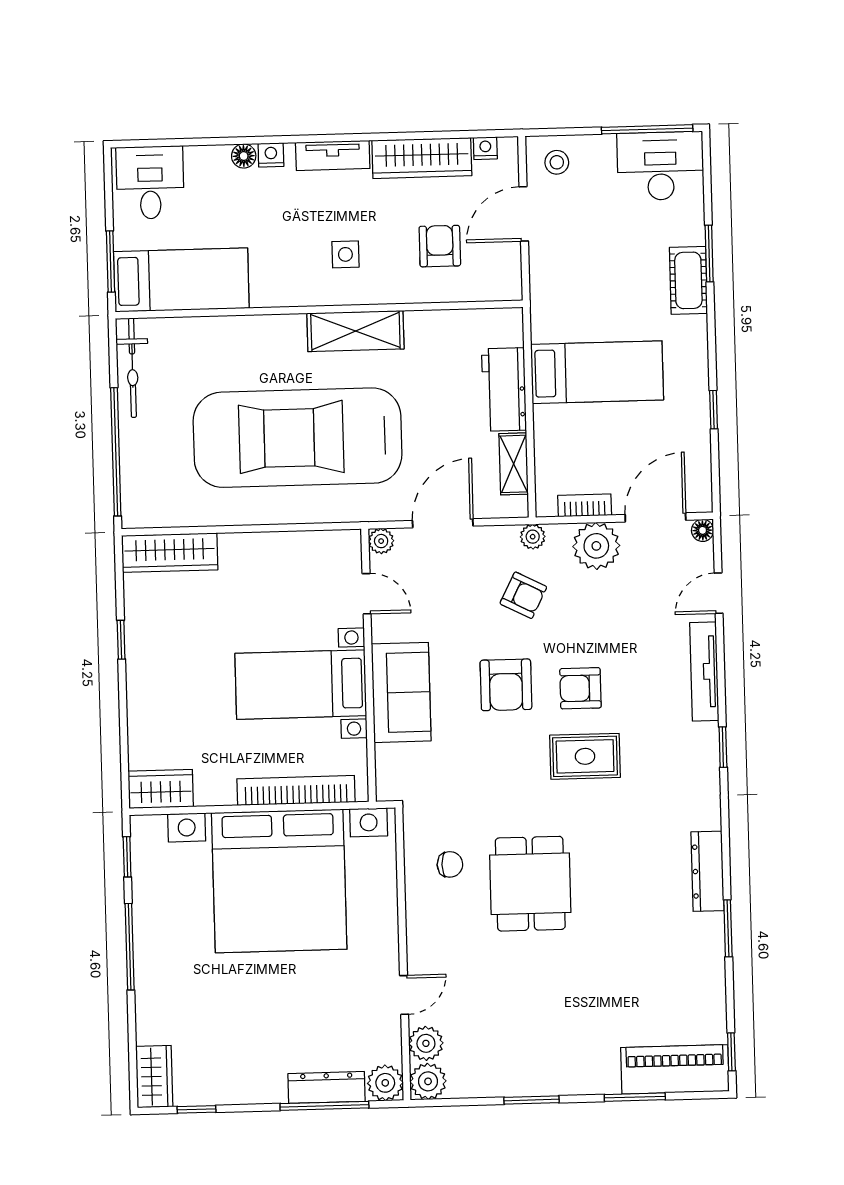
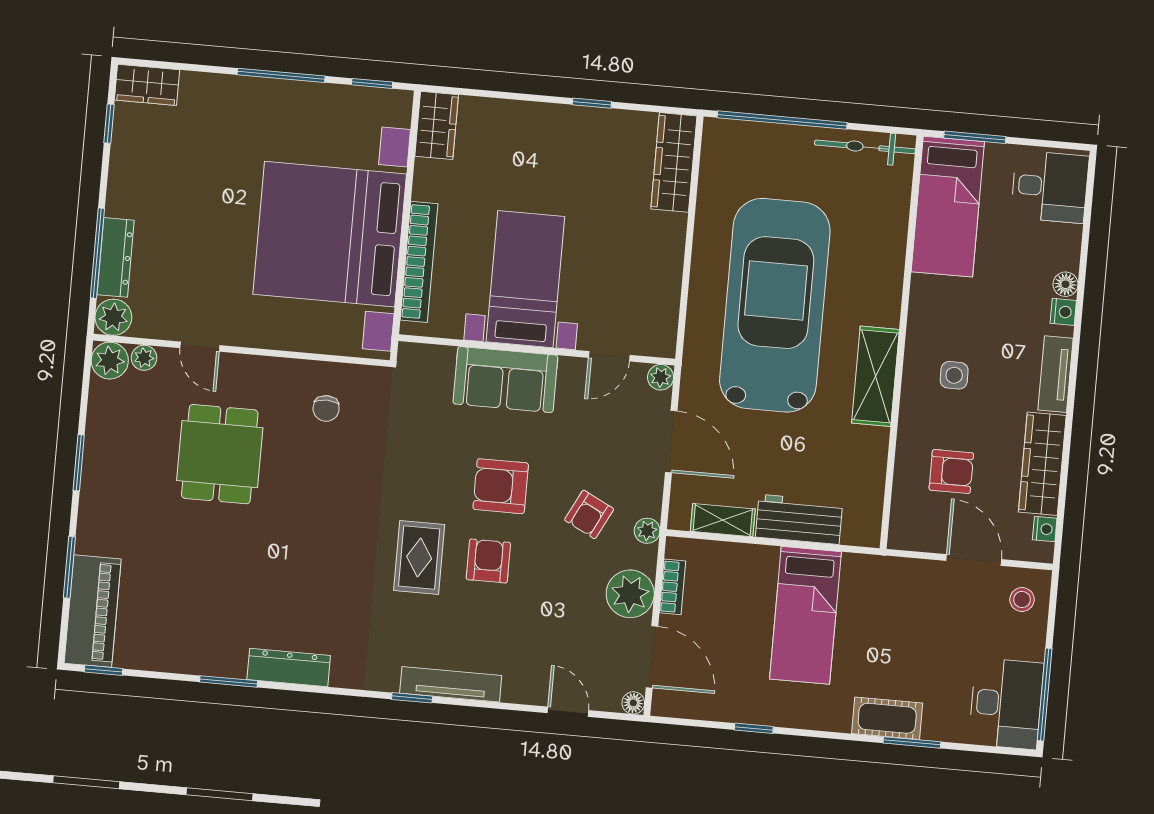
tv unit: (704, 671) -> (451, 684), moved
dining table: (530, 884) -> (220, 454), moved, turned 90
plant: (426, 1043) -> (144, 358), width x0.73, depth x0.73

